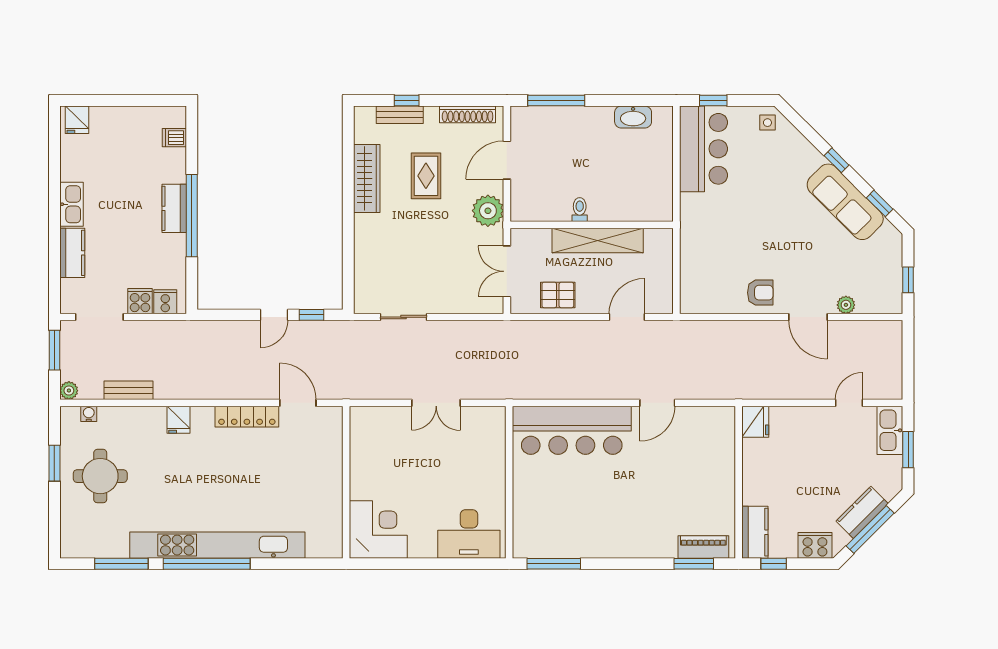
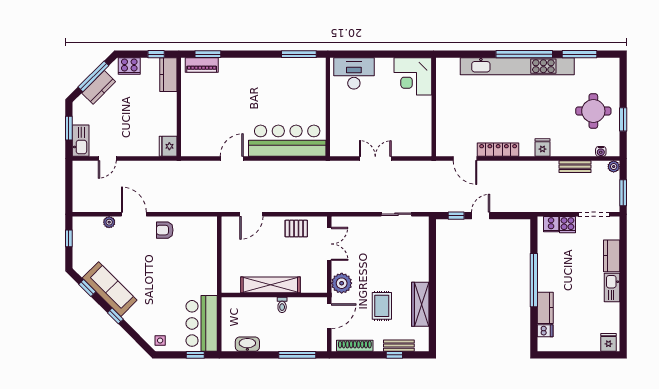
kitchen counter: (174, 208) -> (545, 308), moved
toilet: (580, 210) -> (282, 305), moved
wall: (592, 225) -> (274, 295), moved
shelving: (598, 240) -> (270, 285), moved

